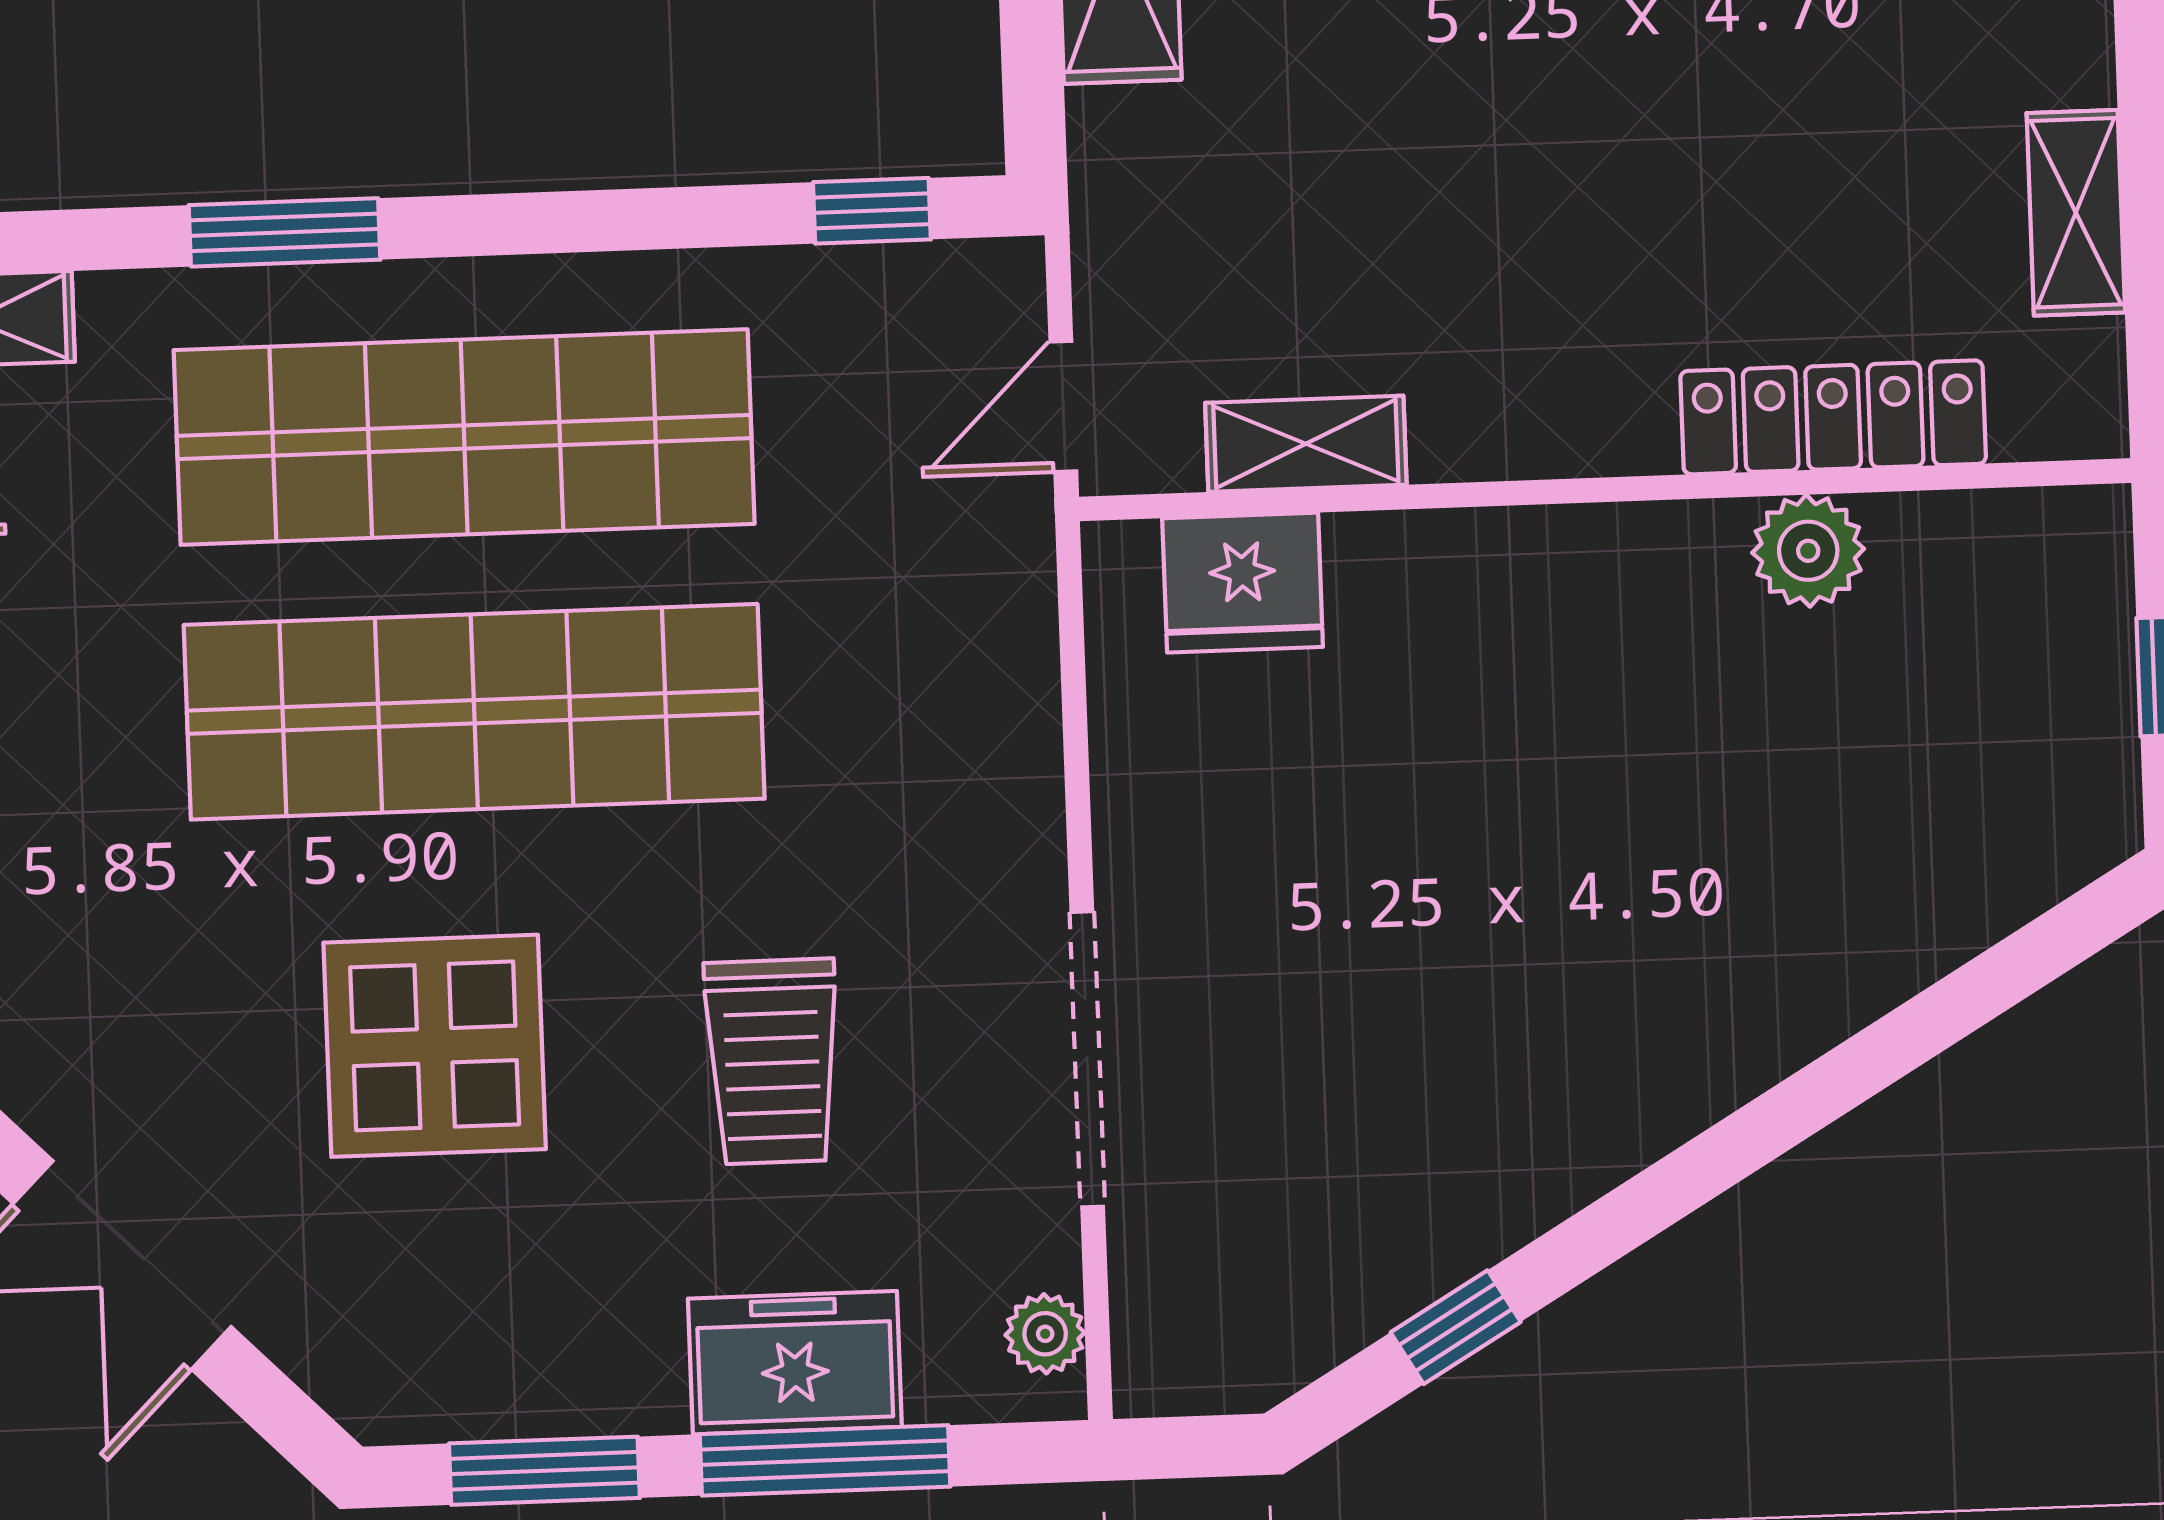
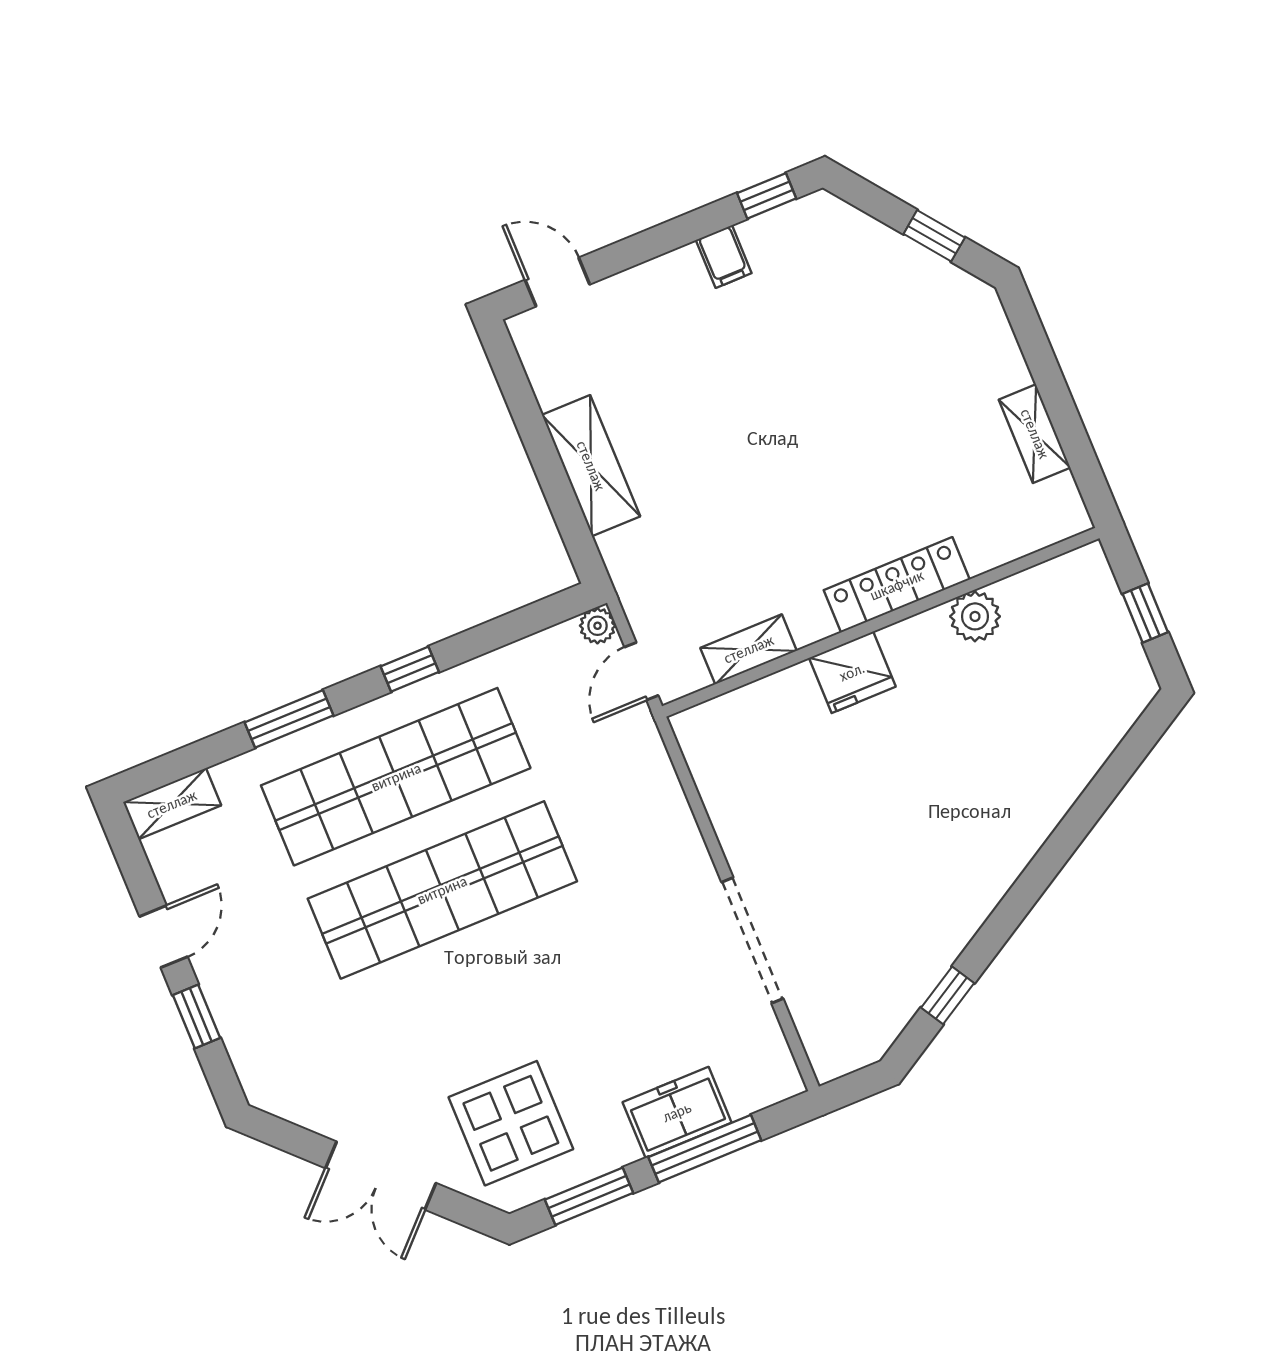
window: (872, 211) -> (410, 669), moved
locker: (1833, 417) -> (897, 585), moved
fridge: (1243, 583) -> (852, 672), moved
display table: (435, 1046) -> (511, 1123), moved
trolley: (772, 1061) -> (621, 990), removed
plant: (1045, 1334) -> (598, 626), moved

